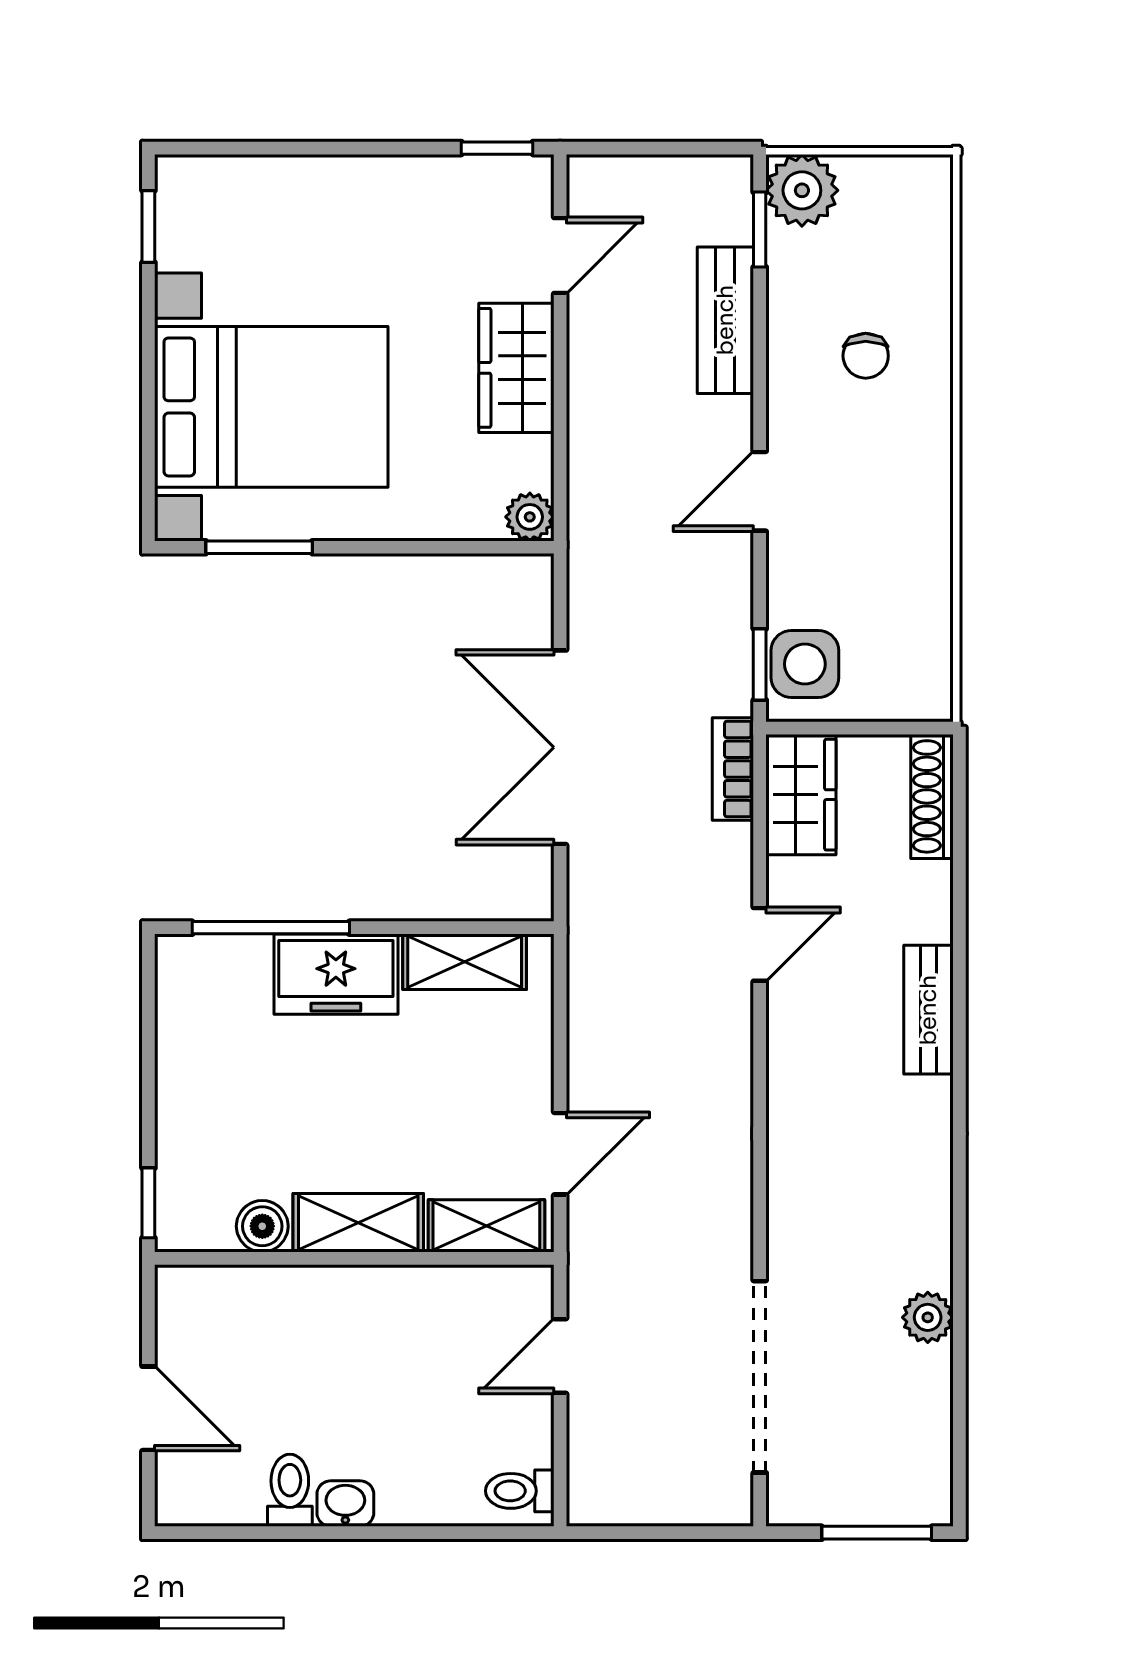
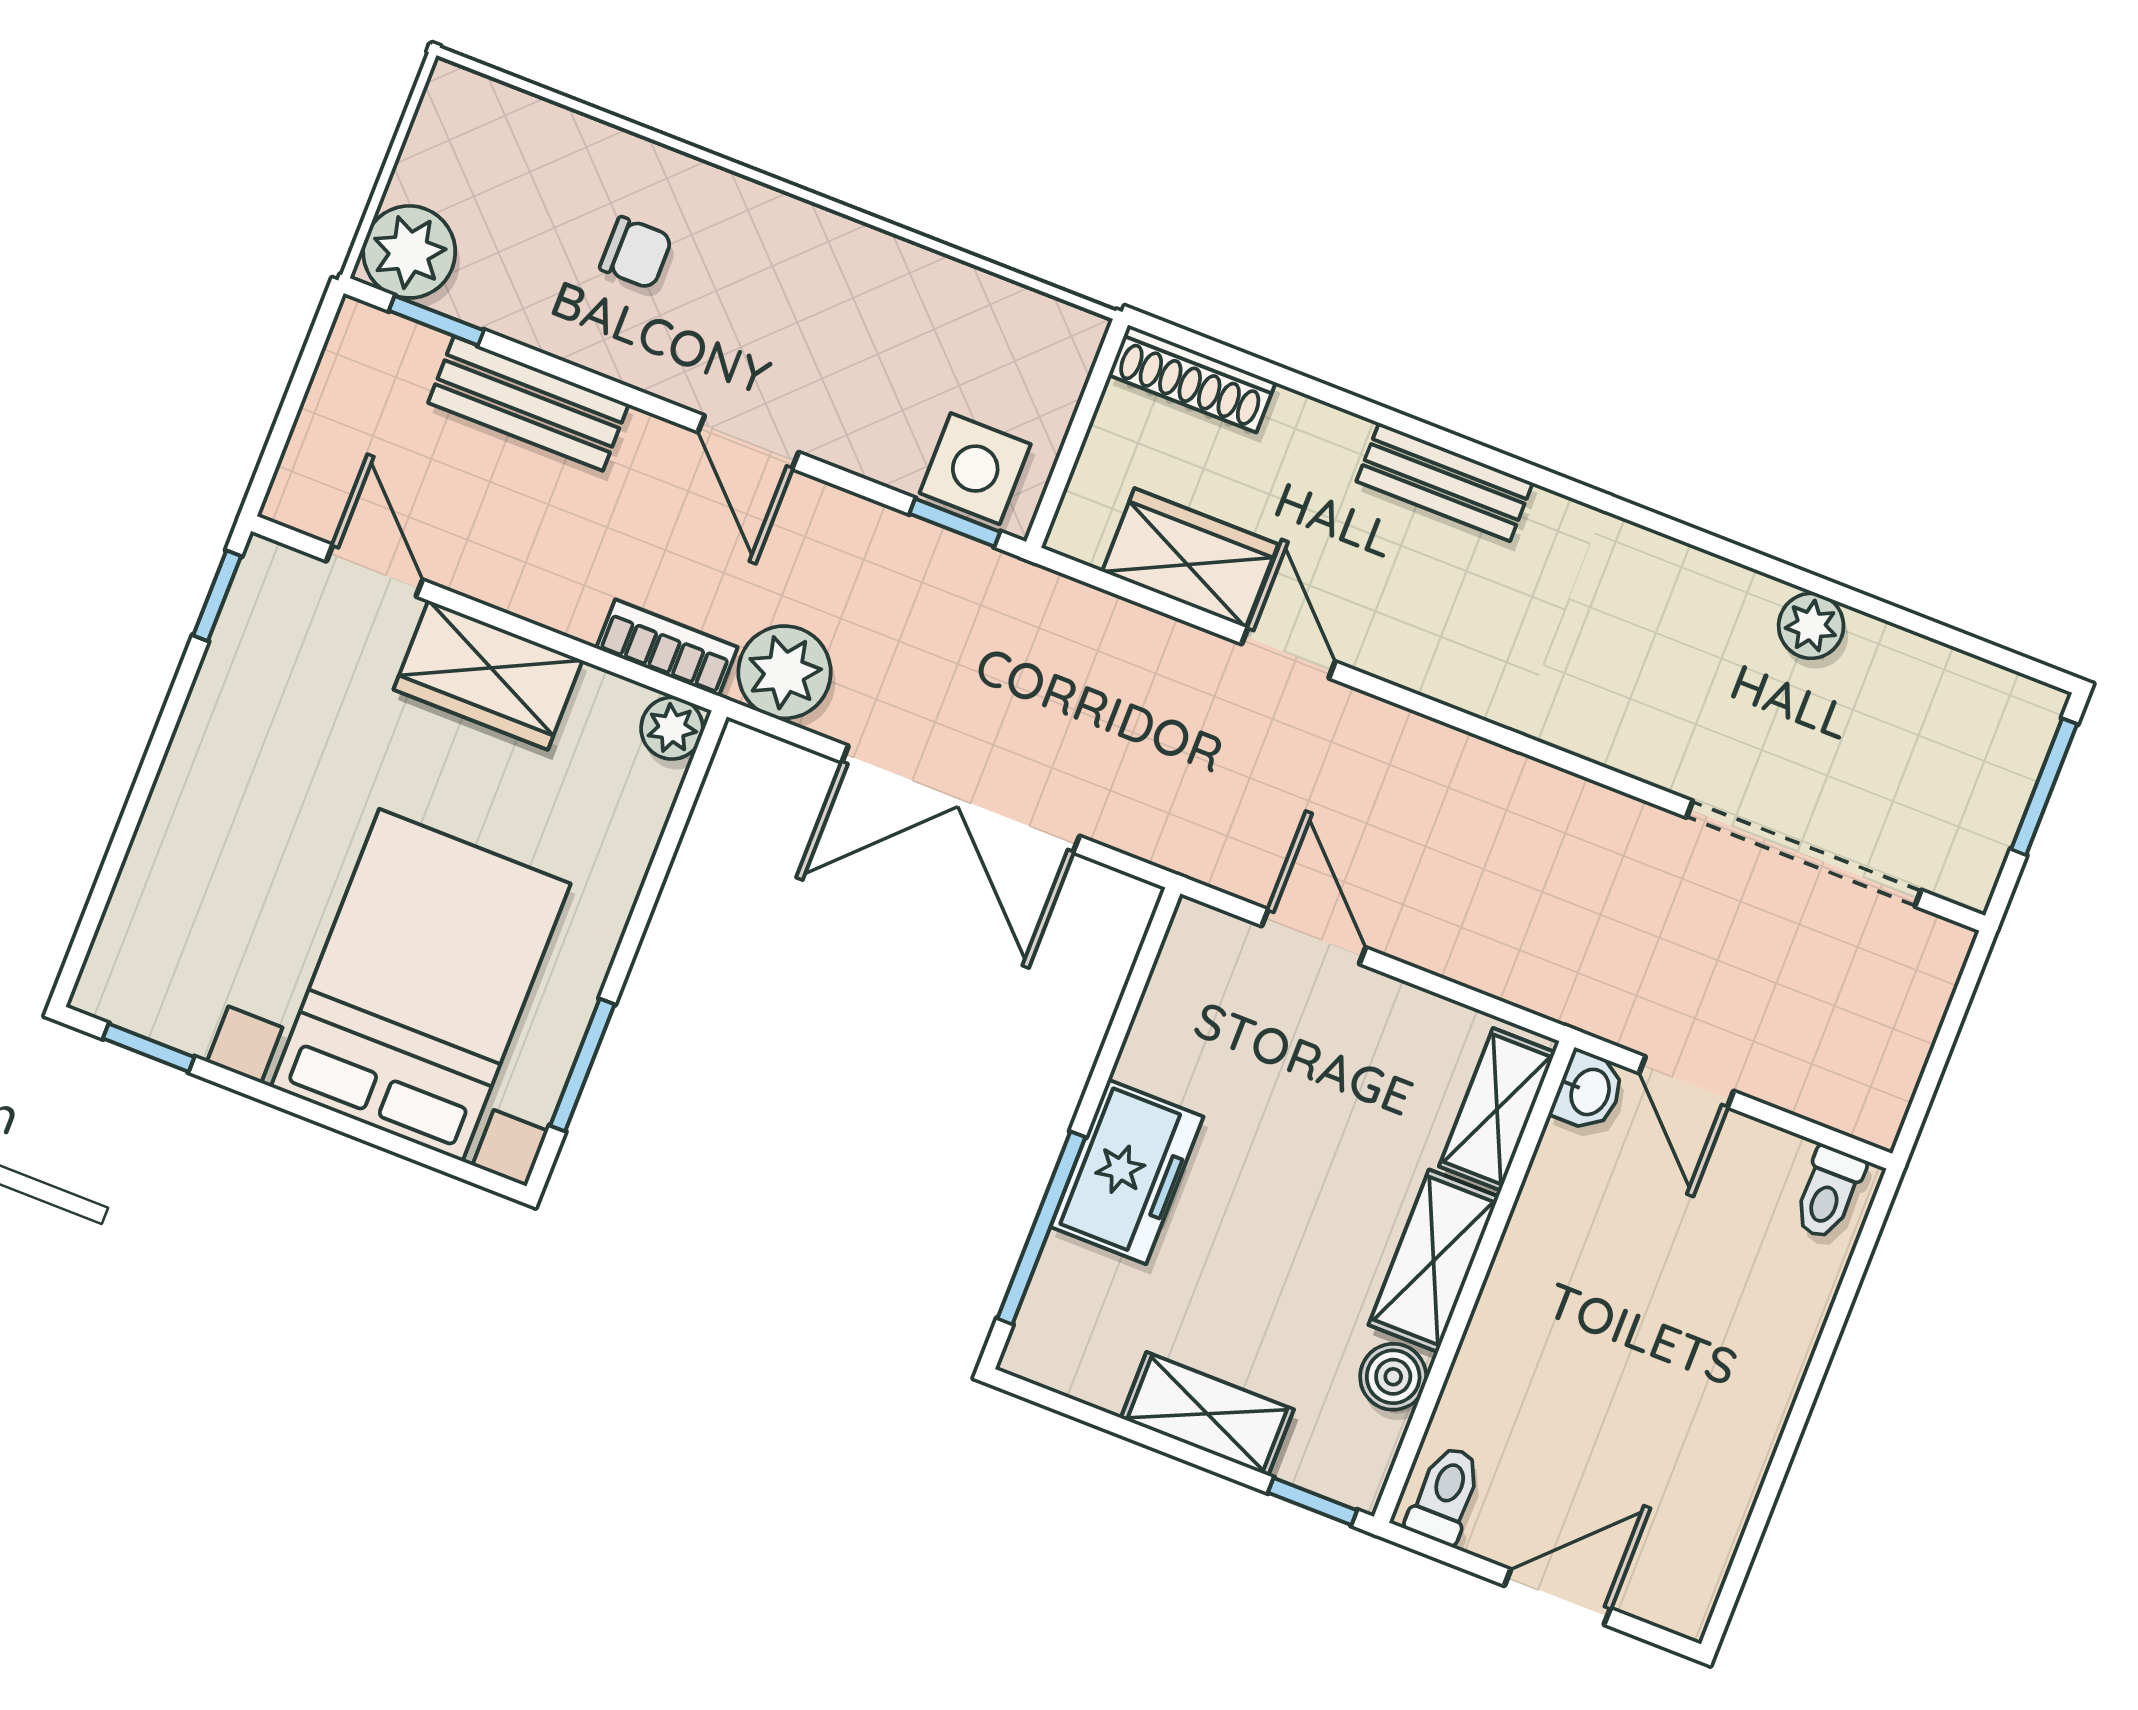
plant: (602, 583) -> (784, 672), added
bookcase: (733, 769) -> (667, 648), moved, turned 180
wardrobe: (801, 795) -> (1190, 558), moved
shelving: (465, 962) -> (1207, 1414), moved, turned 90
door: (560, 1154) -> (1314, 937), moved
toilet: (290, 1490) -> (1445, 1495), moved, turned 90
washbasin: (345, 1504) -> (1588, 1091), moved, turned 180

